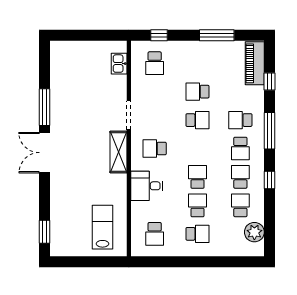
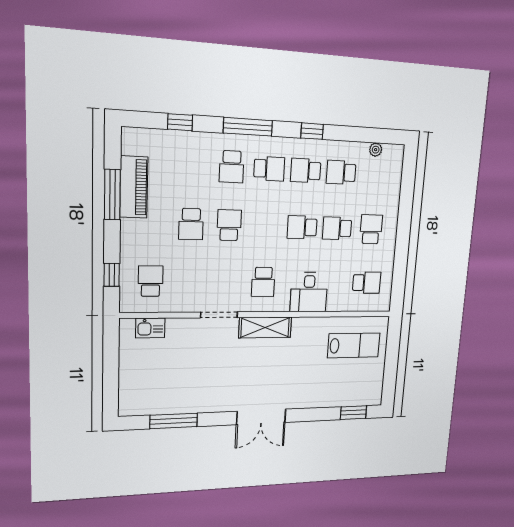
school desk: (155, 63) -> (151, 281), turned -90
piano: (255, 63) -> (134, 187), moved, turned -90
window: (45, 107) -> (174, 421), moved
lab bench: (103, 227) -> (354, 345), turned 180
plant: (254, 232) -> (376, 150), width x0.53, depth x0.53

